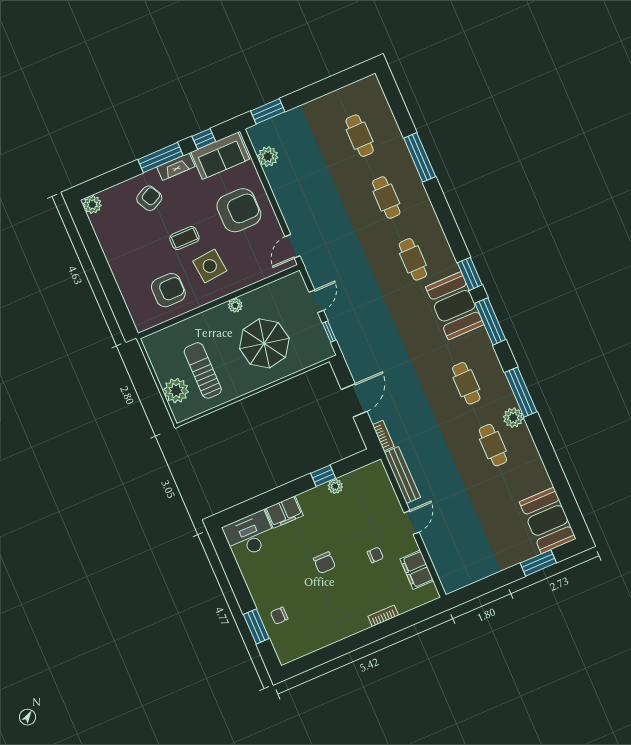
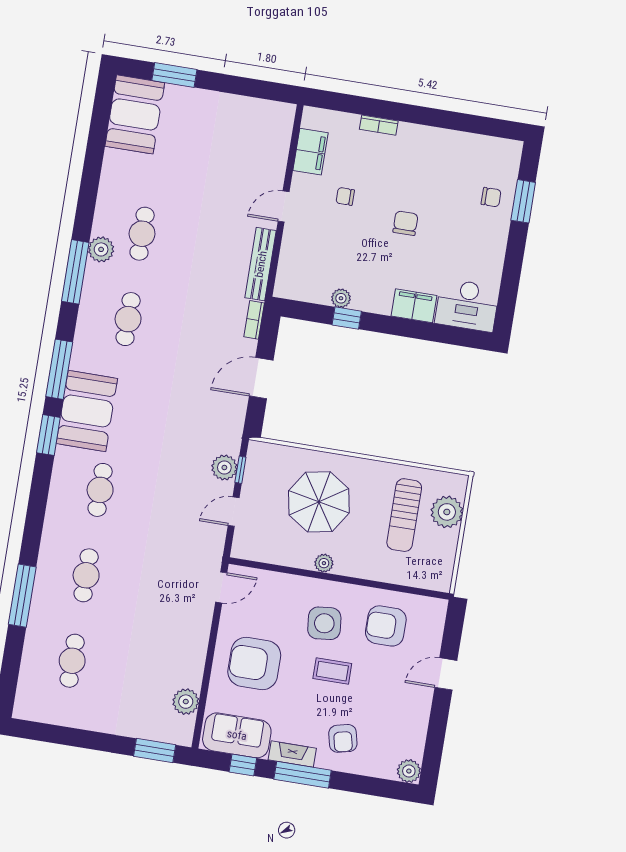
armchair: (149, 198) -> (343, 738), turned -76
door: (109, 284) -> (446, 674), added
plant: (341, 326) -> (224, 468), added

